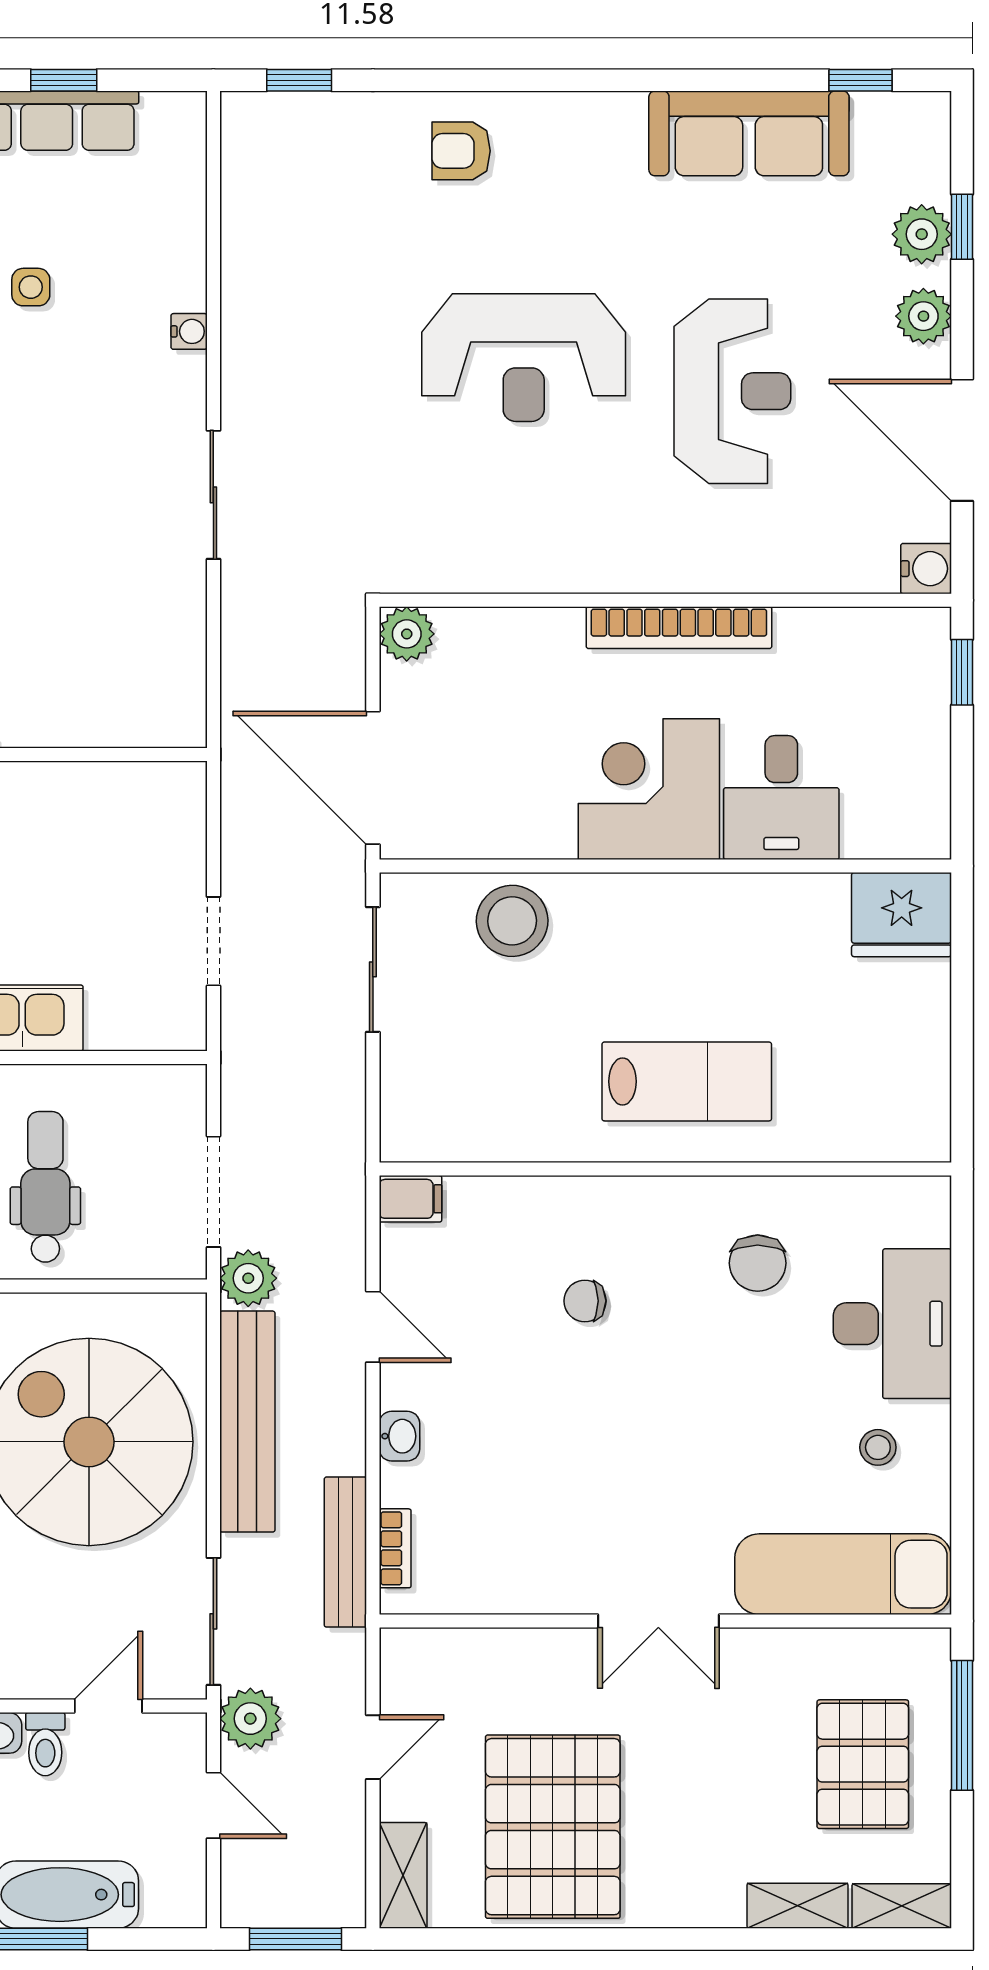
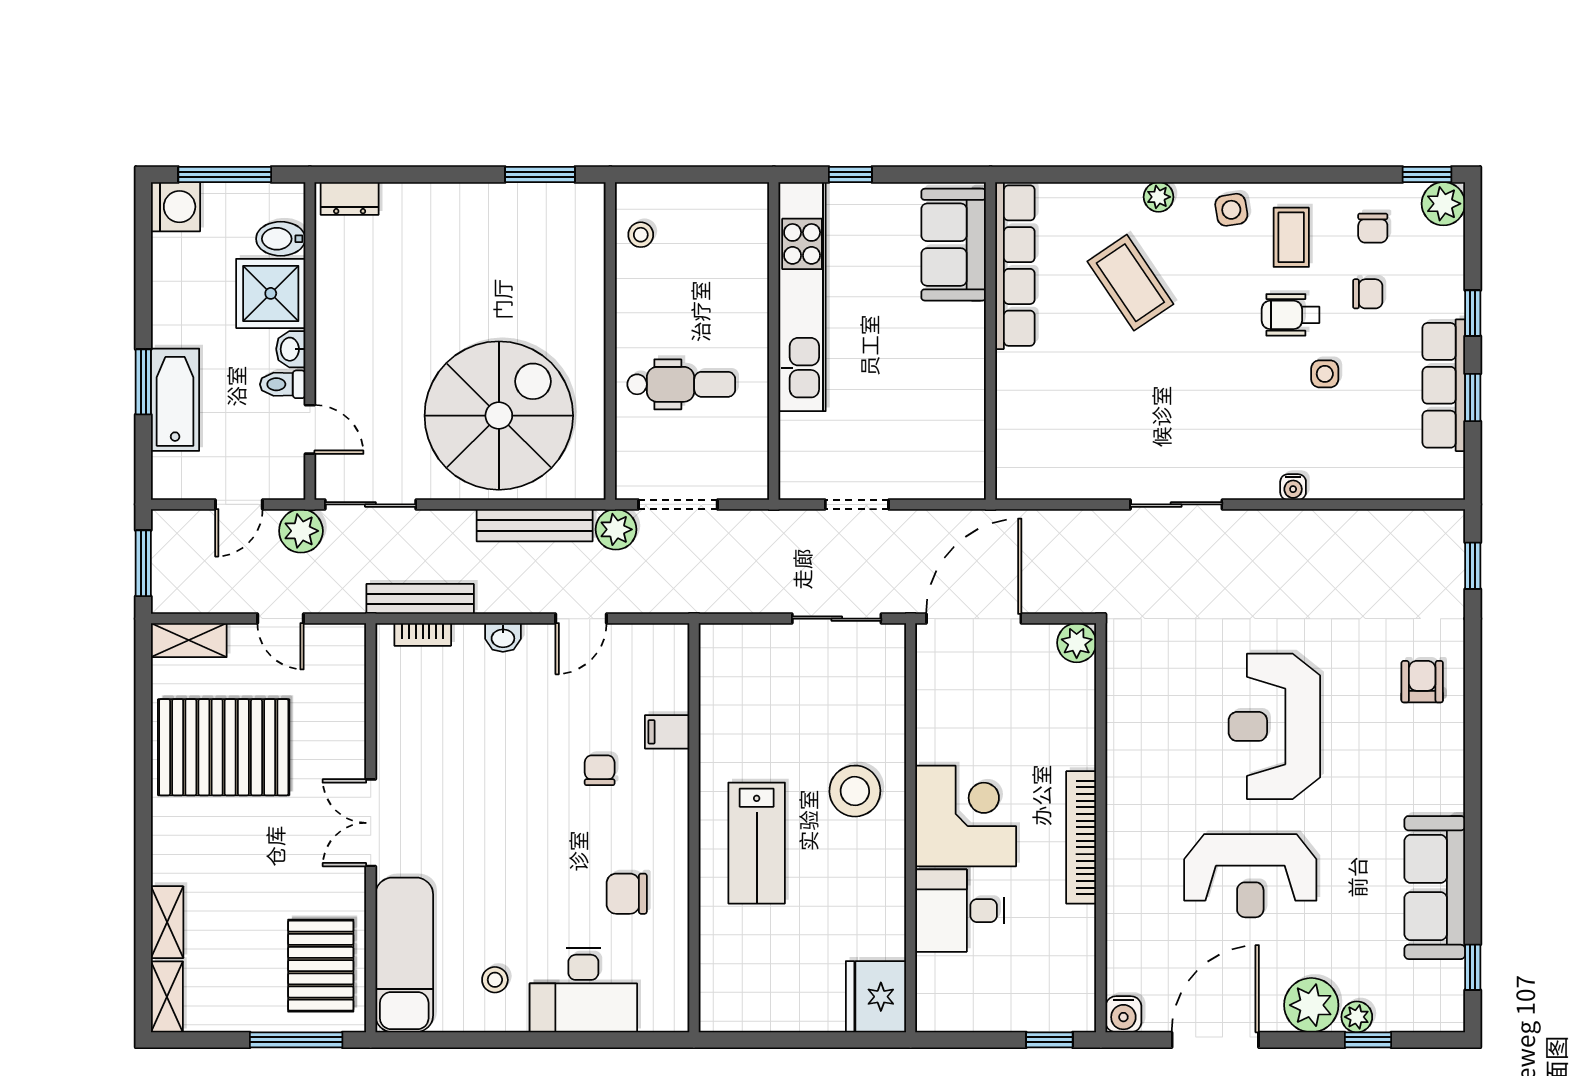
plant: (922, 234) -> (1357, 1017), width x0.73, depth x0.73
plant: (923, 316) -> (1311, 1005), width x1.36, depth x1.36
stool: (512, 921) -> (855, 791), moved
filing cabinet: (410, 1199) -> (667, 732), moved, turned 90
bench: (247, 1422) -> (535, 525), width x0.73, depth x0.82
pallet: (863, 1764) -> (321, 966), moved, turned 90

